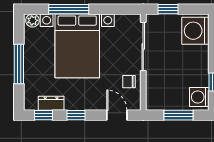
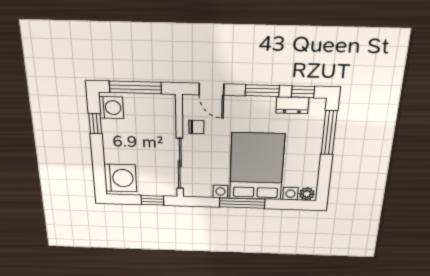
window: (69, 9) -> (242, 203), moved
window: (19, 64) -> (329, 133), moved
window: (76, 115) -> (262, 91), width x1.50
window: (179, 115) -> (135, 87), width x1.44

